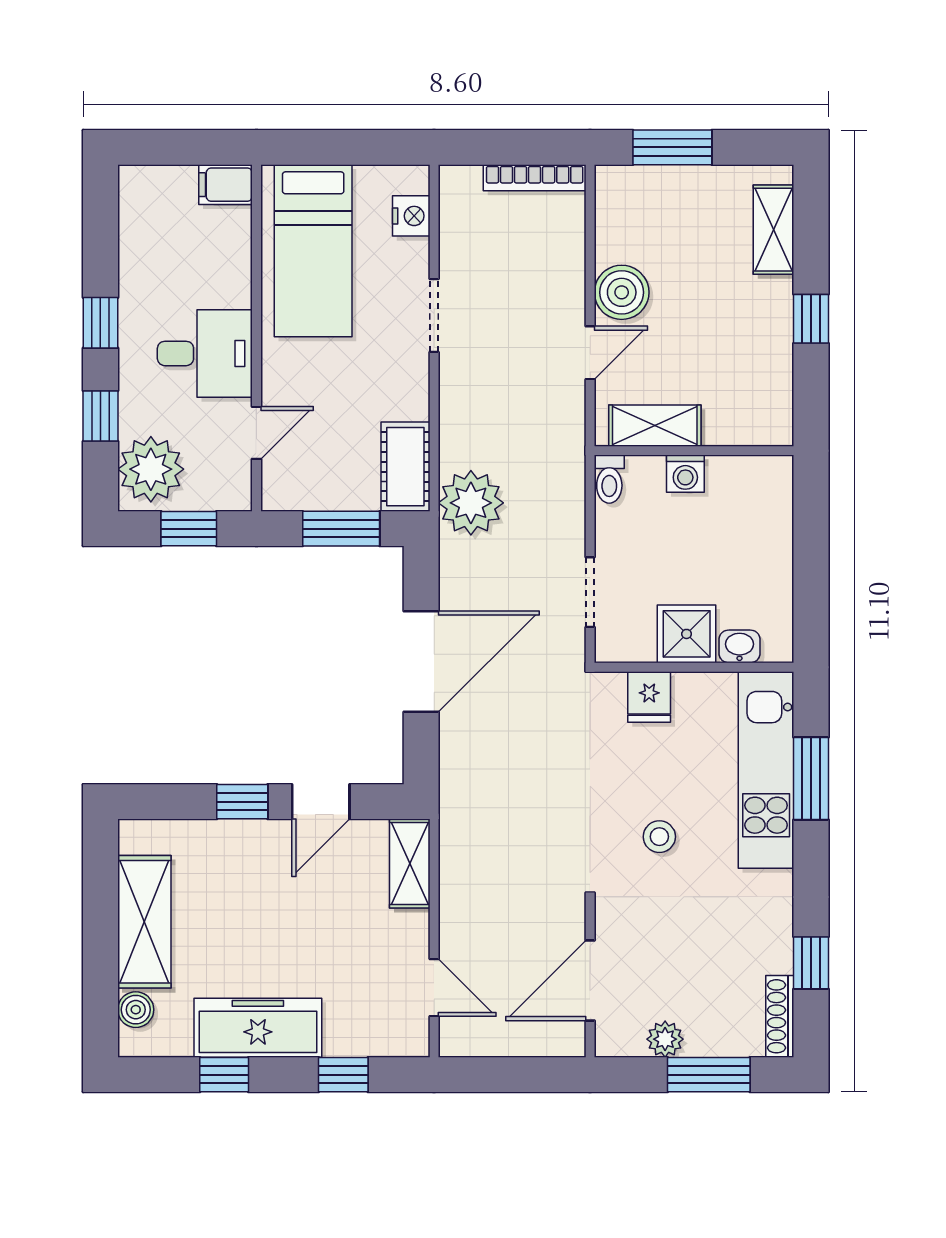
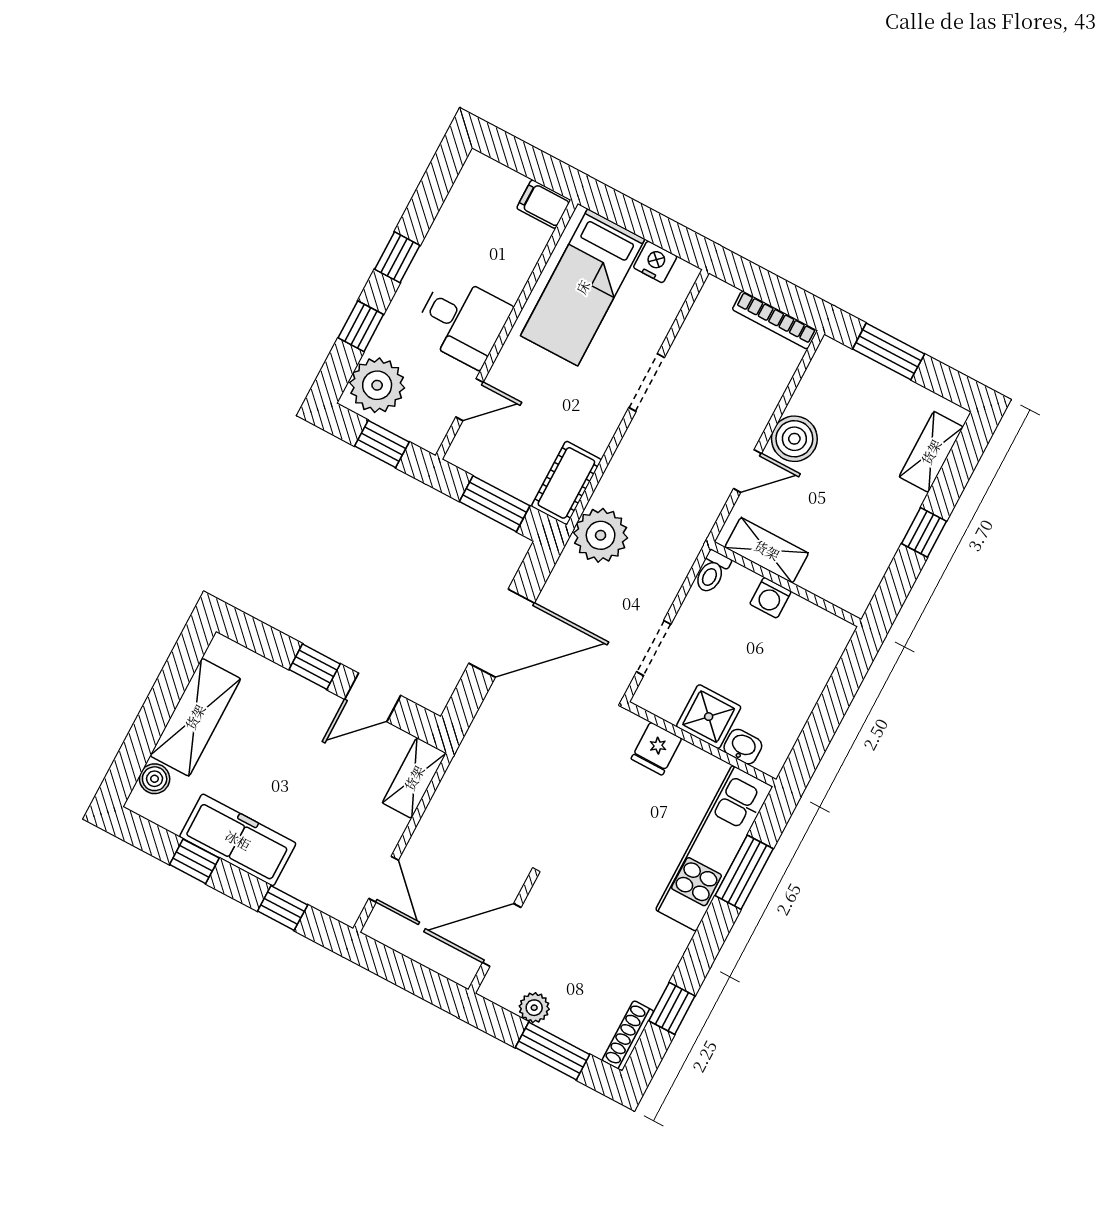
nightstand: (411, 216) -> (655, 262), moved, turned -90
stool: (659, 837) -> (609, 856), removed

